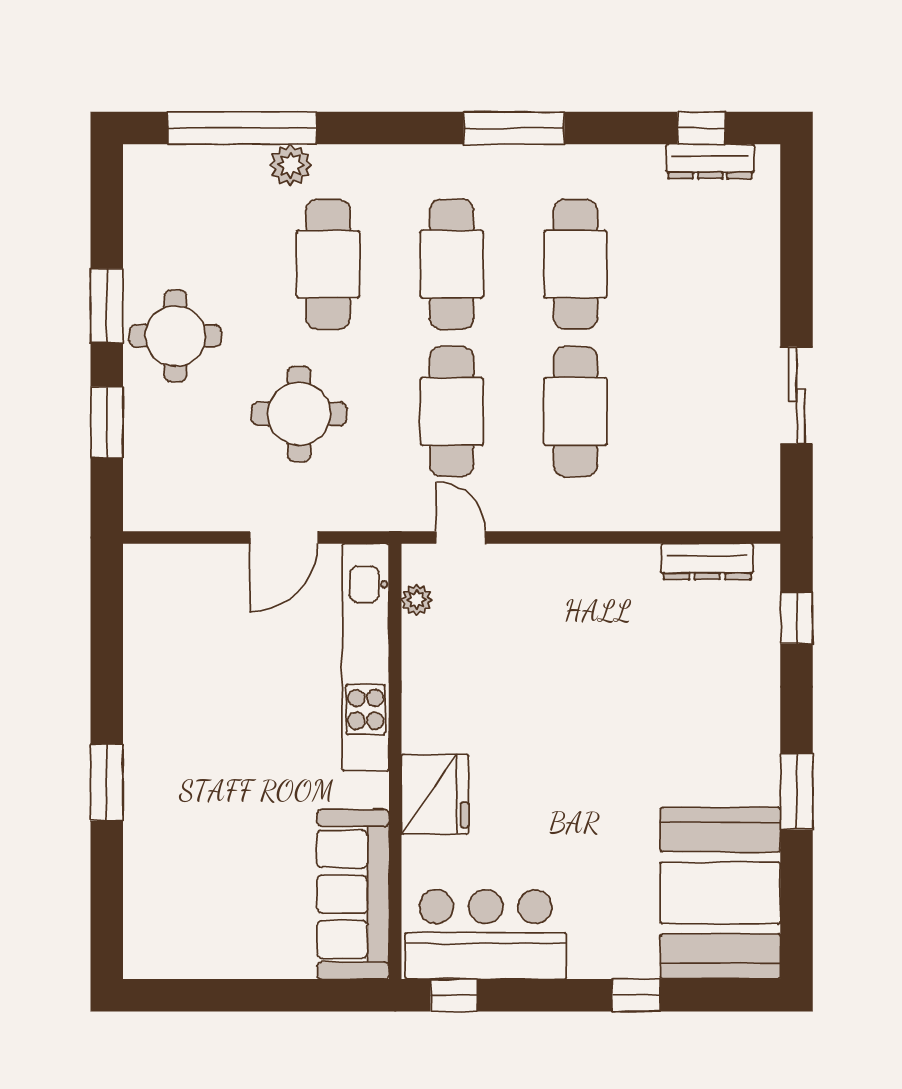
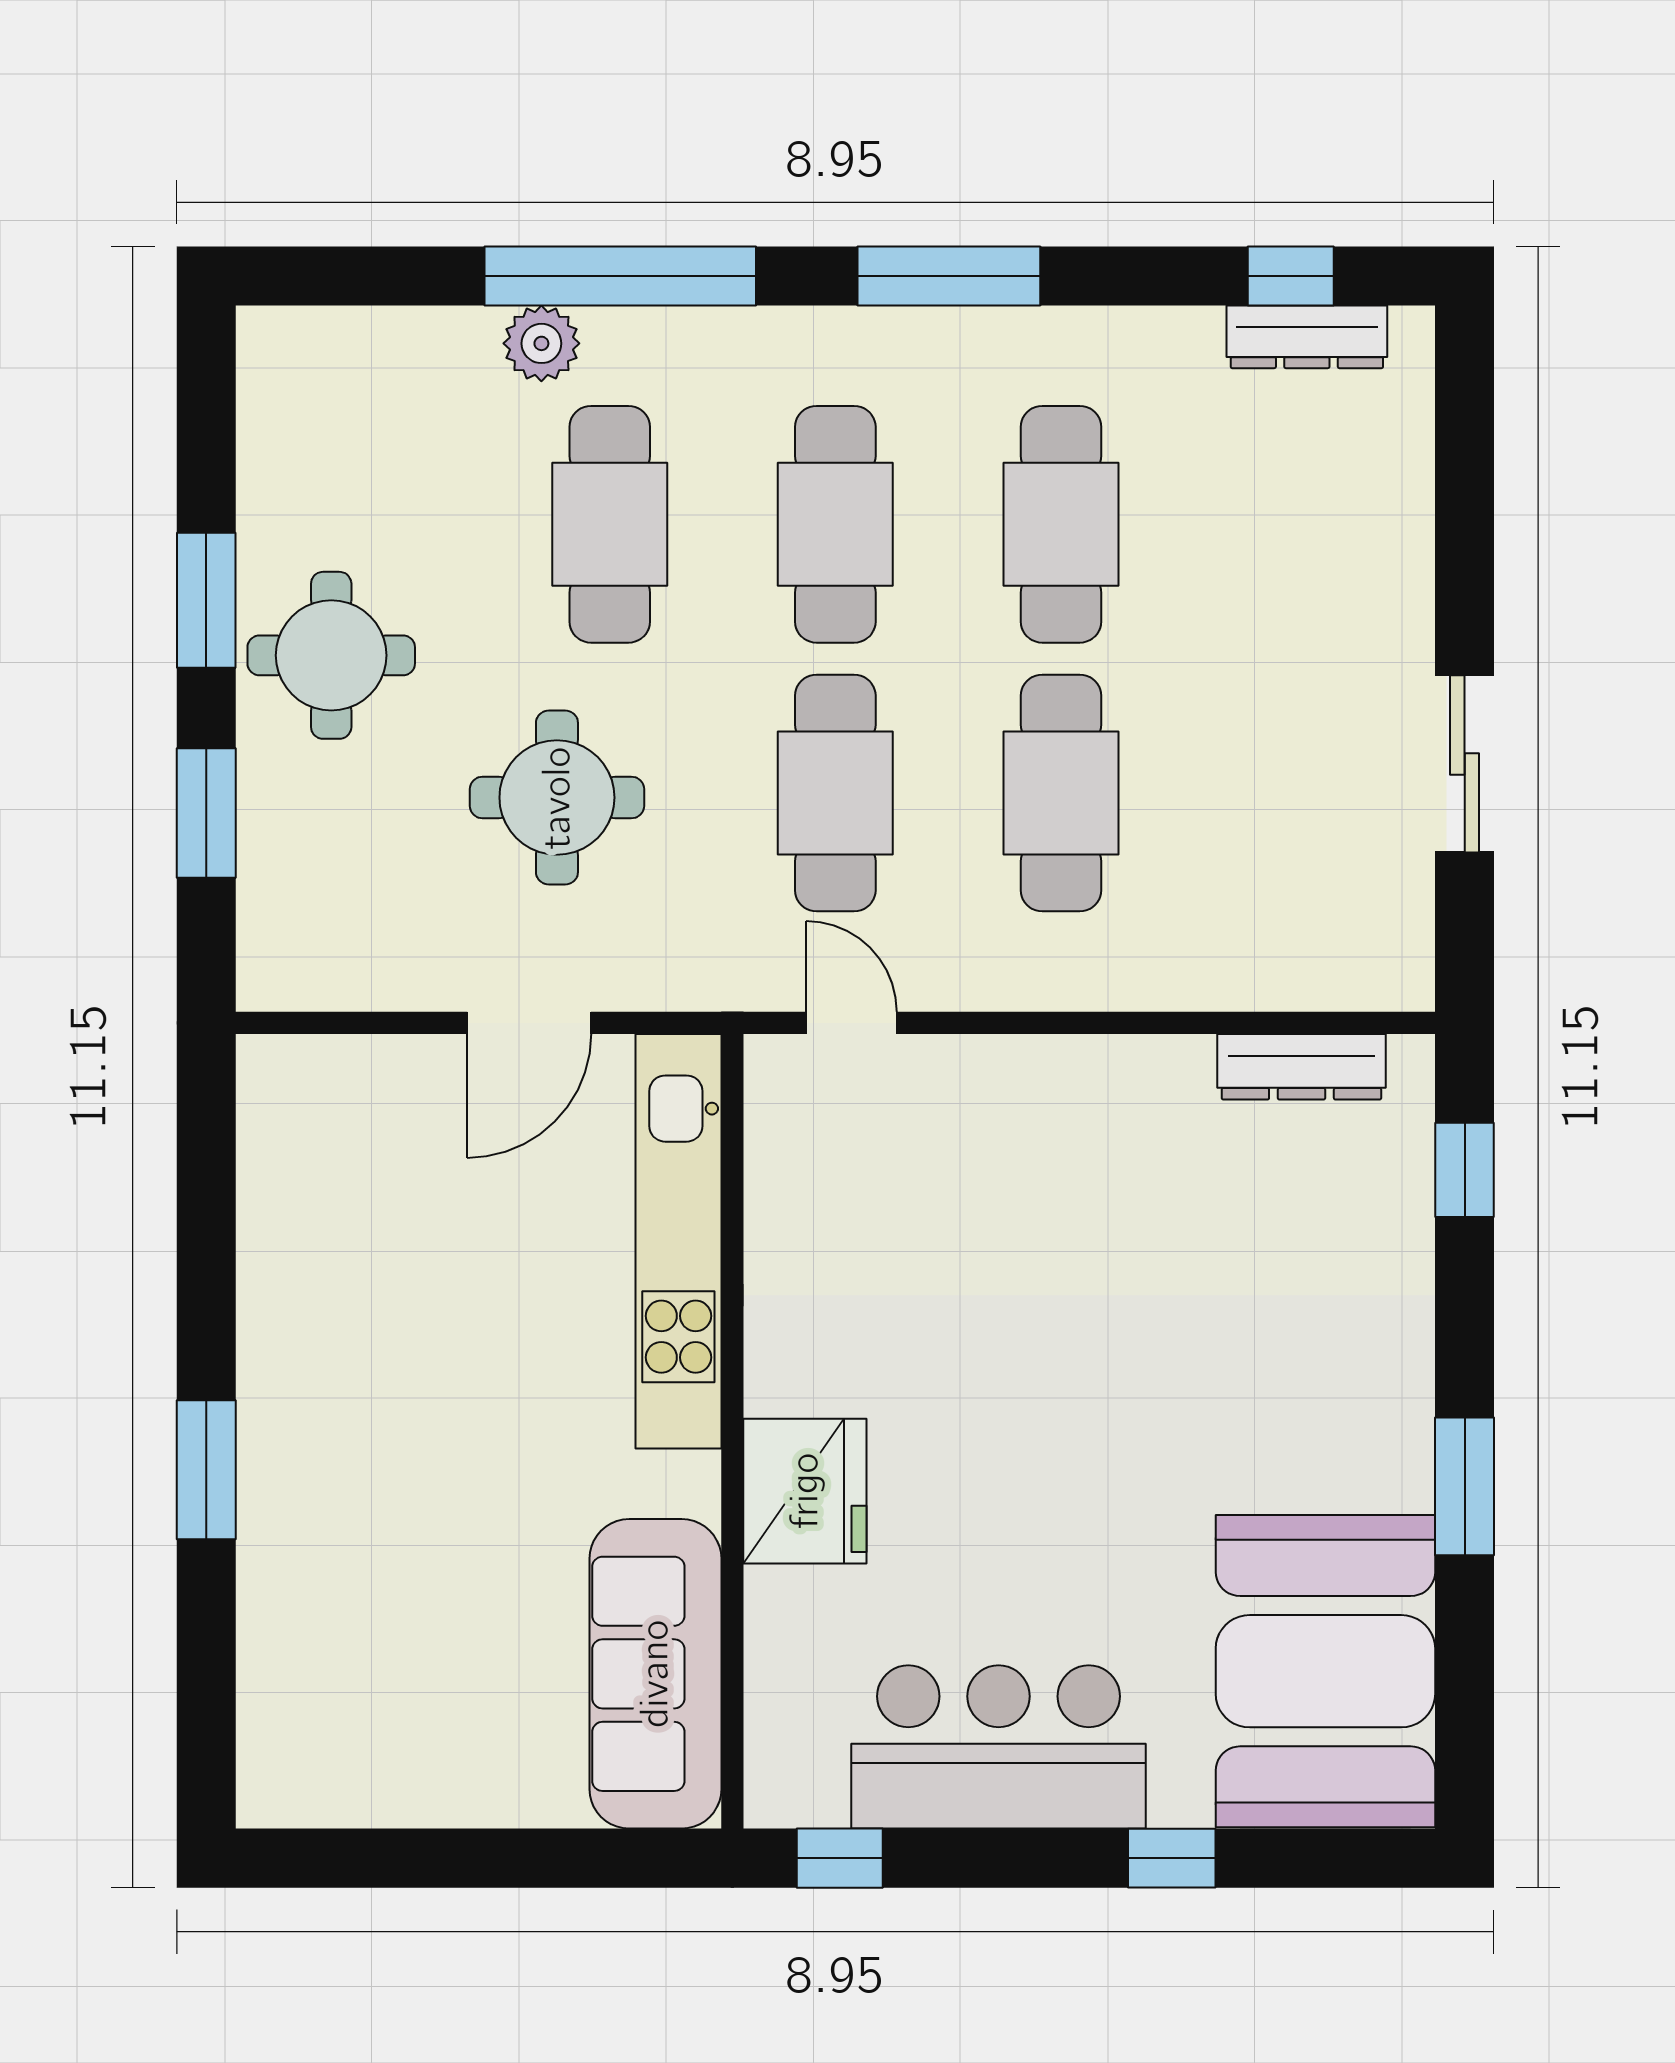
window: (242, 128) -> (620, 276), moved
plant: (417, 600) -> (771, 1137), removed
bar counter: (486, 934) -> (999, 1747), moved

